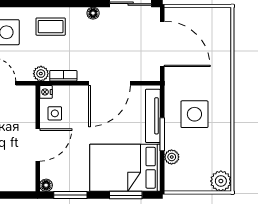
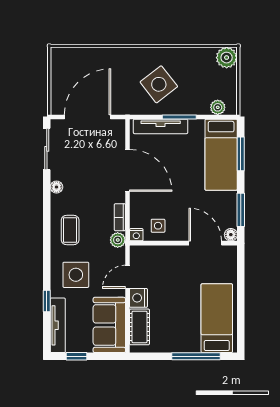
side table: (194, 114) -> (159, 84), turned -38
door: (38, 145) -> (205, 243), moved
plant: (172, 157) -> (218, 107), moved
bed: (125, 168) -> (221, 155), width x0.67

